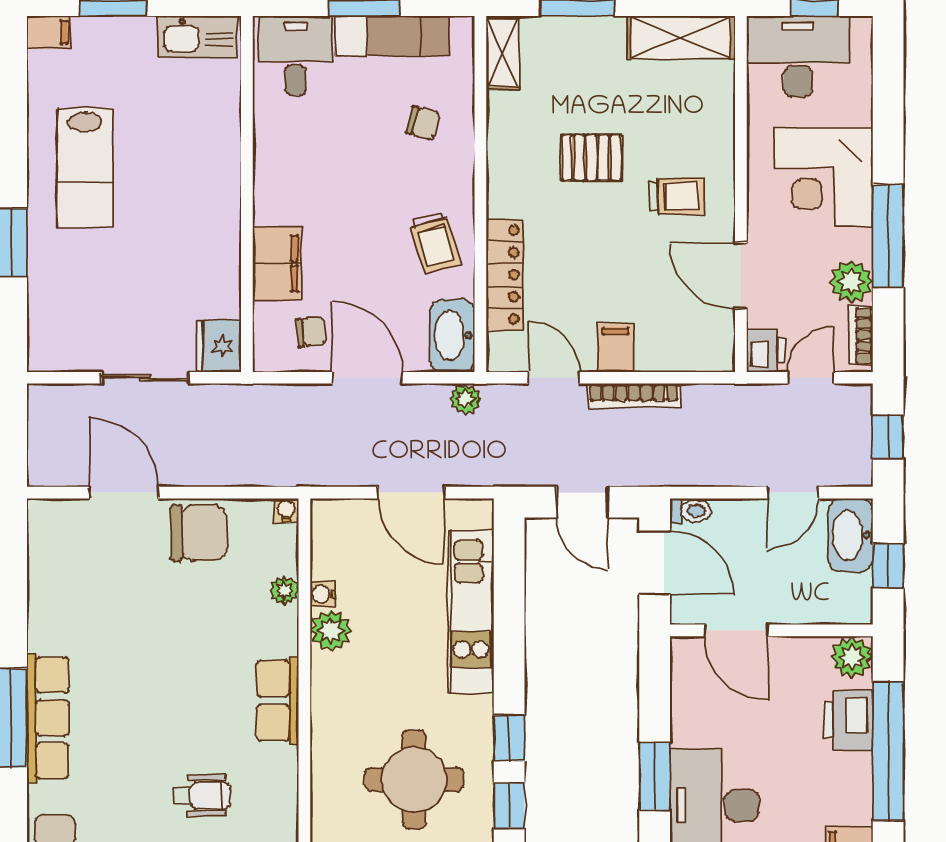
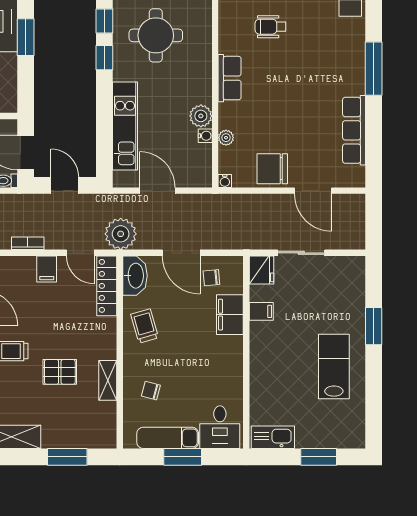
filing cabinet: (49, 33) -> (261, 311), moved, turned 180
shelving: (503, 53) -> (108, 380), moved
locker: (505, 275) -> (107, 286), moved
bookcase: (634, 395) -> (28, 243), width x0.64
plant: (465, 399) -> (121, 234), width x1.87, depth x1.87
row of seats: (48, 718) -> (354, 130), moved

